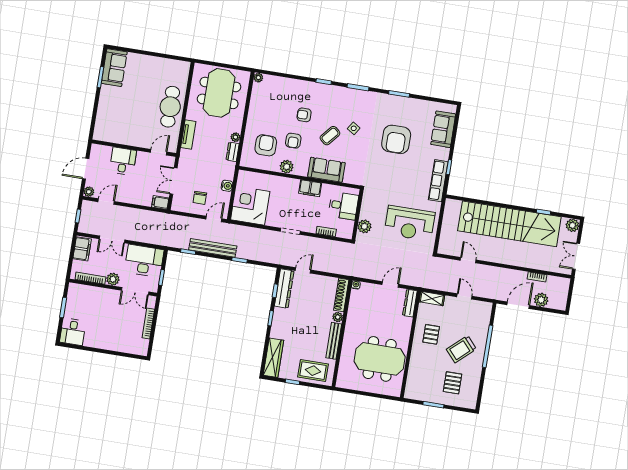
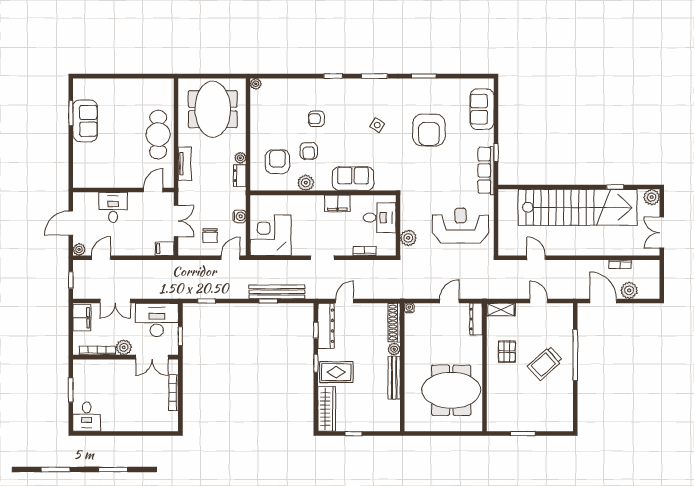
sofa: (114, 68) -> (85, 121), moved
coffee table: (330, 136) -> (351, 138), removed
double door: (173, 181) -> (176, 221), swing flipped
reception desk: (410, 223) -> (461, 226), turned 180
bench: (213, 248) -> (277, 292), moved
door: (518, 305) -> (603, 301), hinge flipped
rug: (313, 371) -> (336, 372), moved
pallet: (453, 383) -> (541, 404), removed

